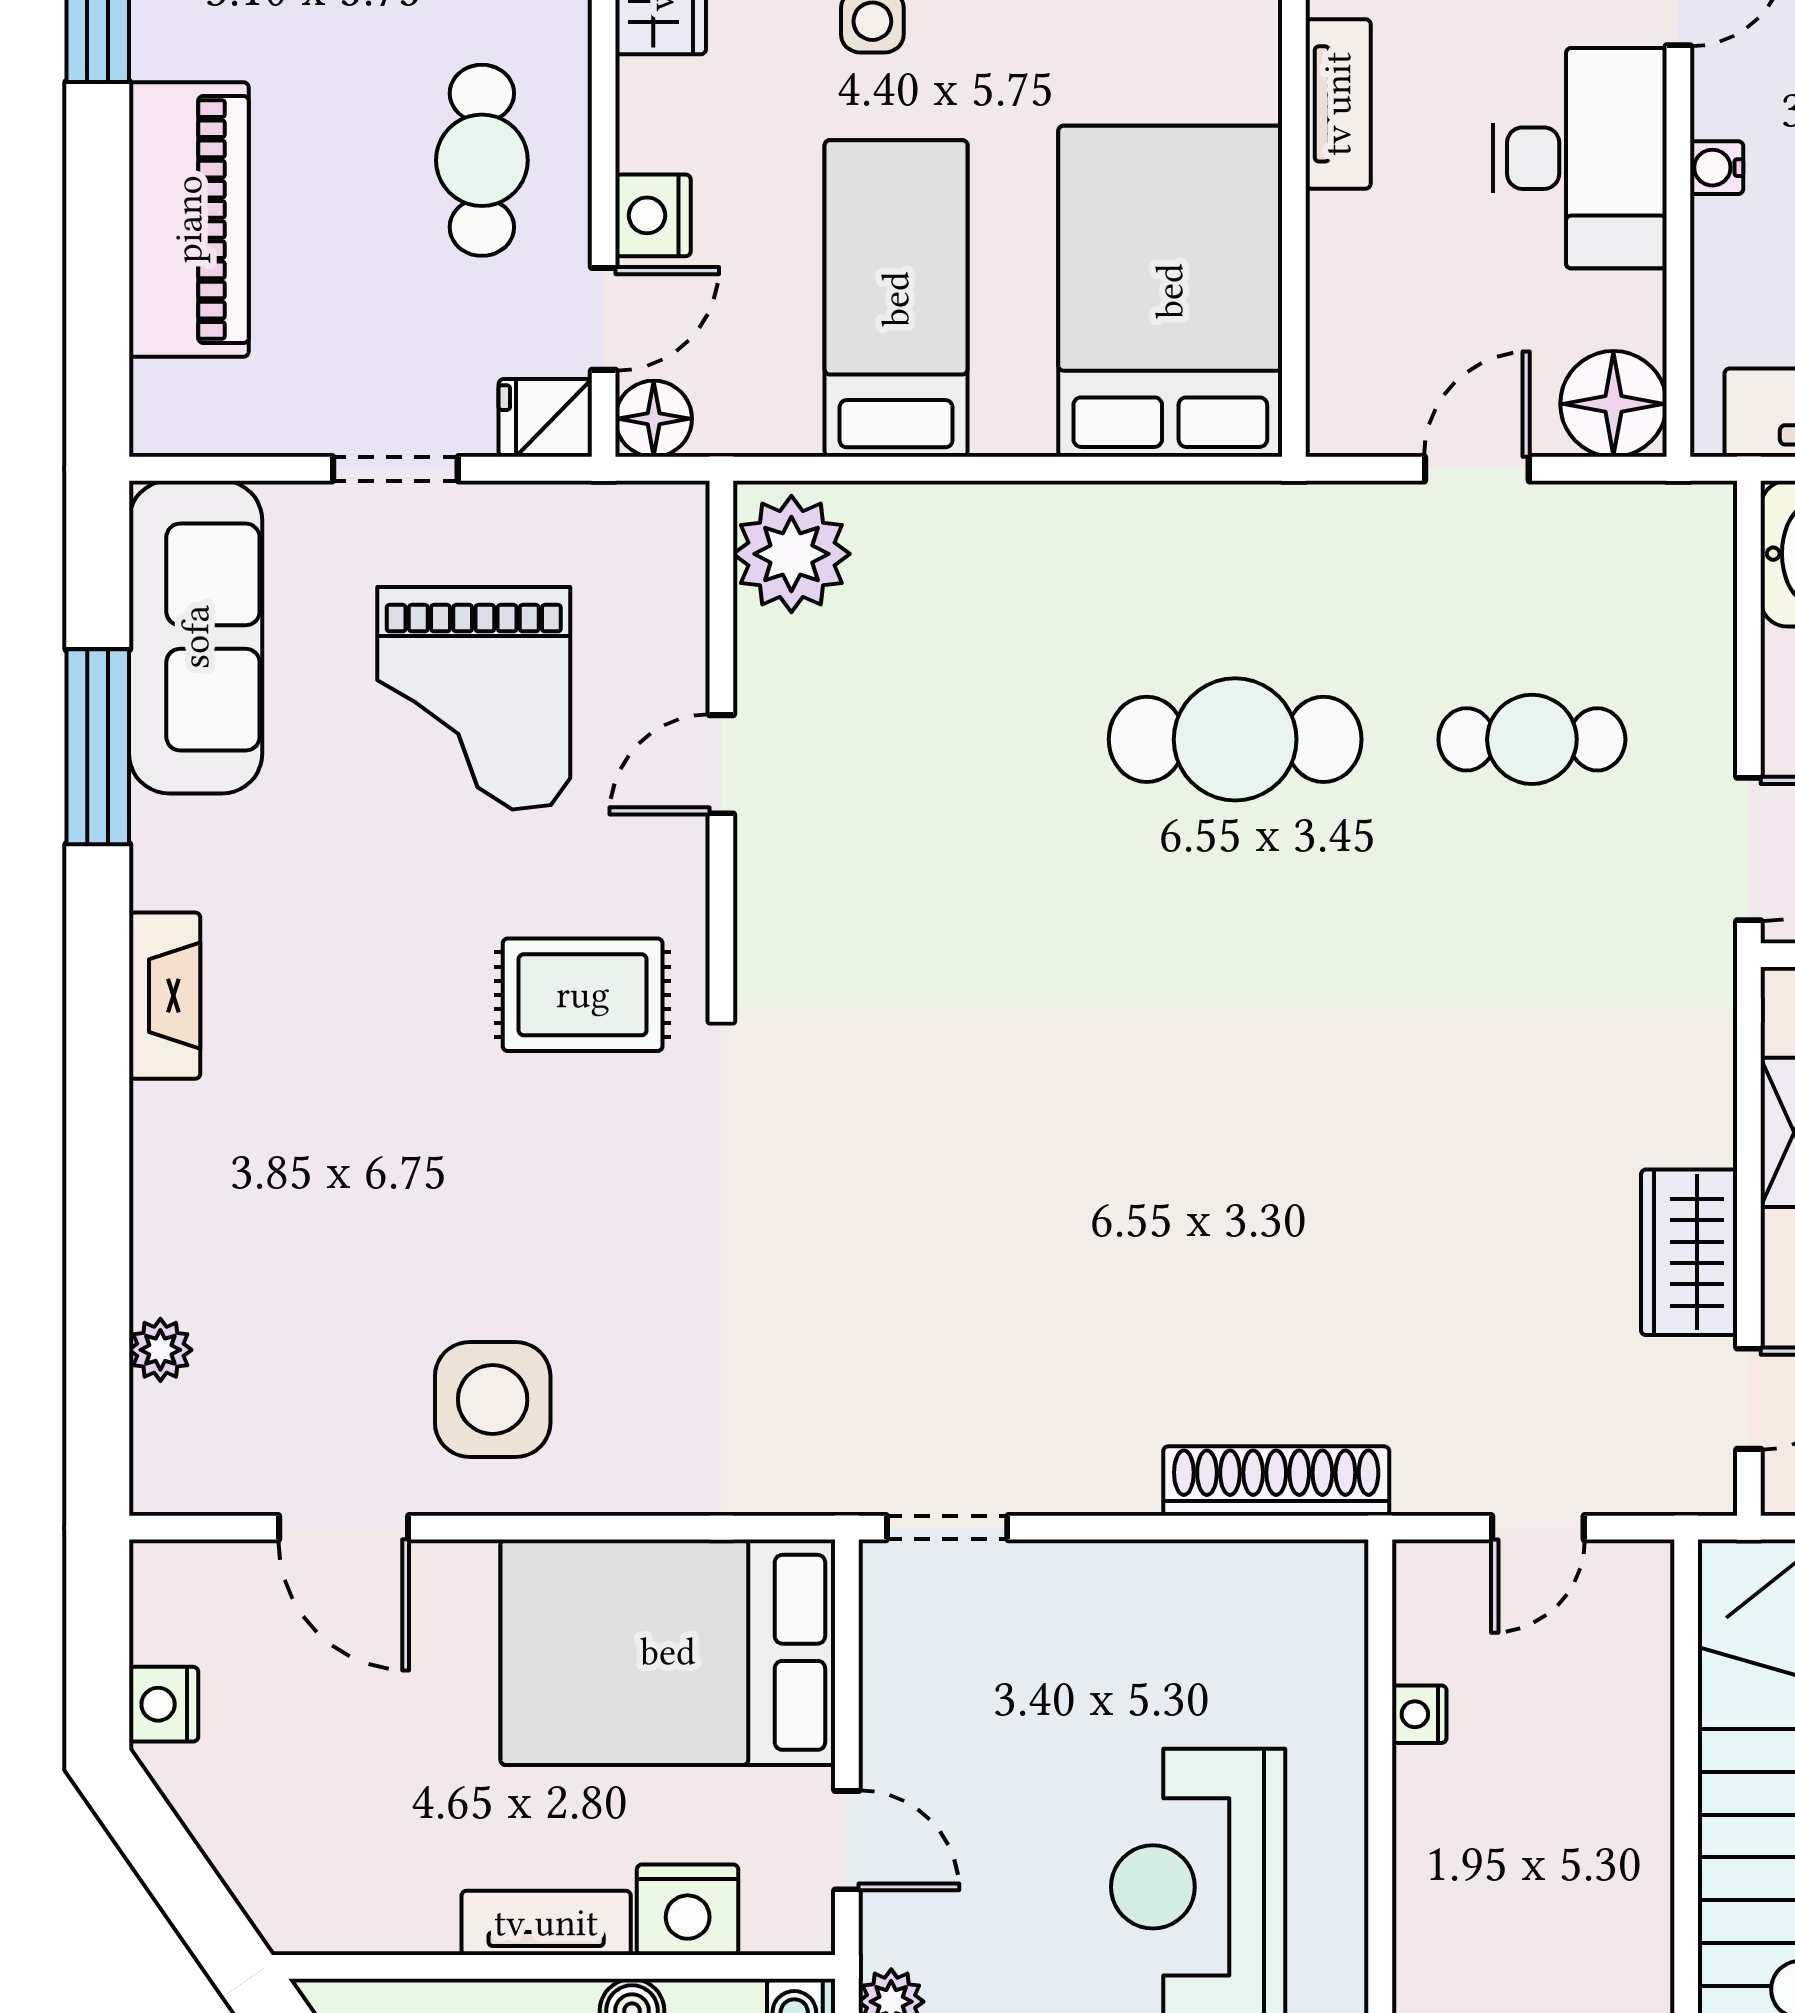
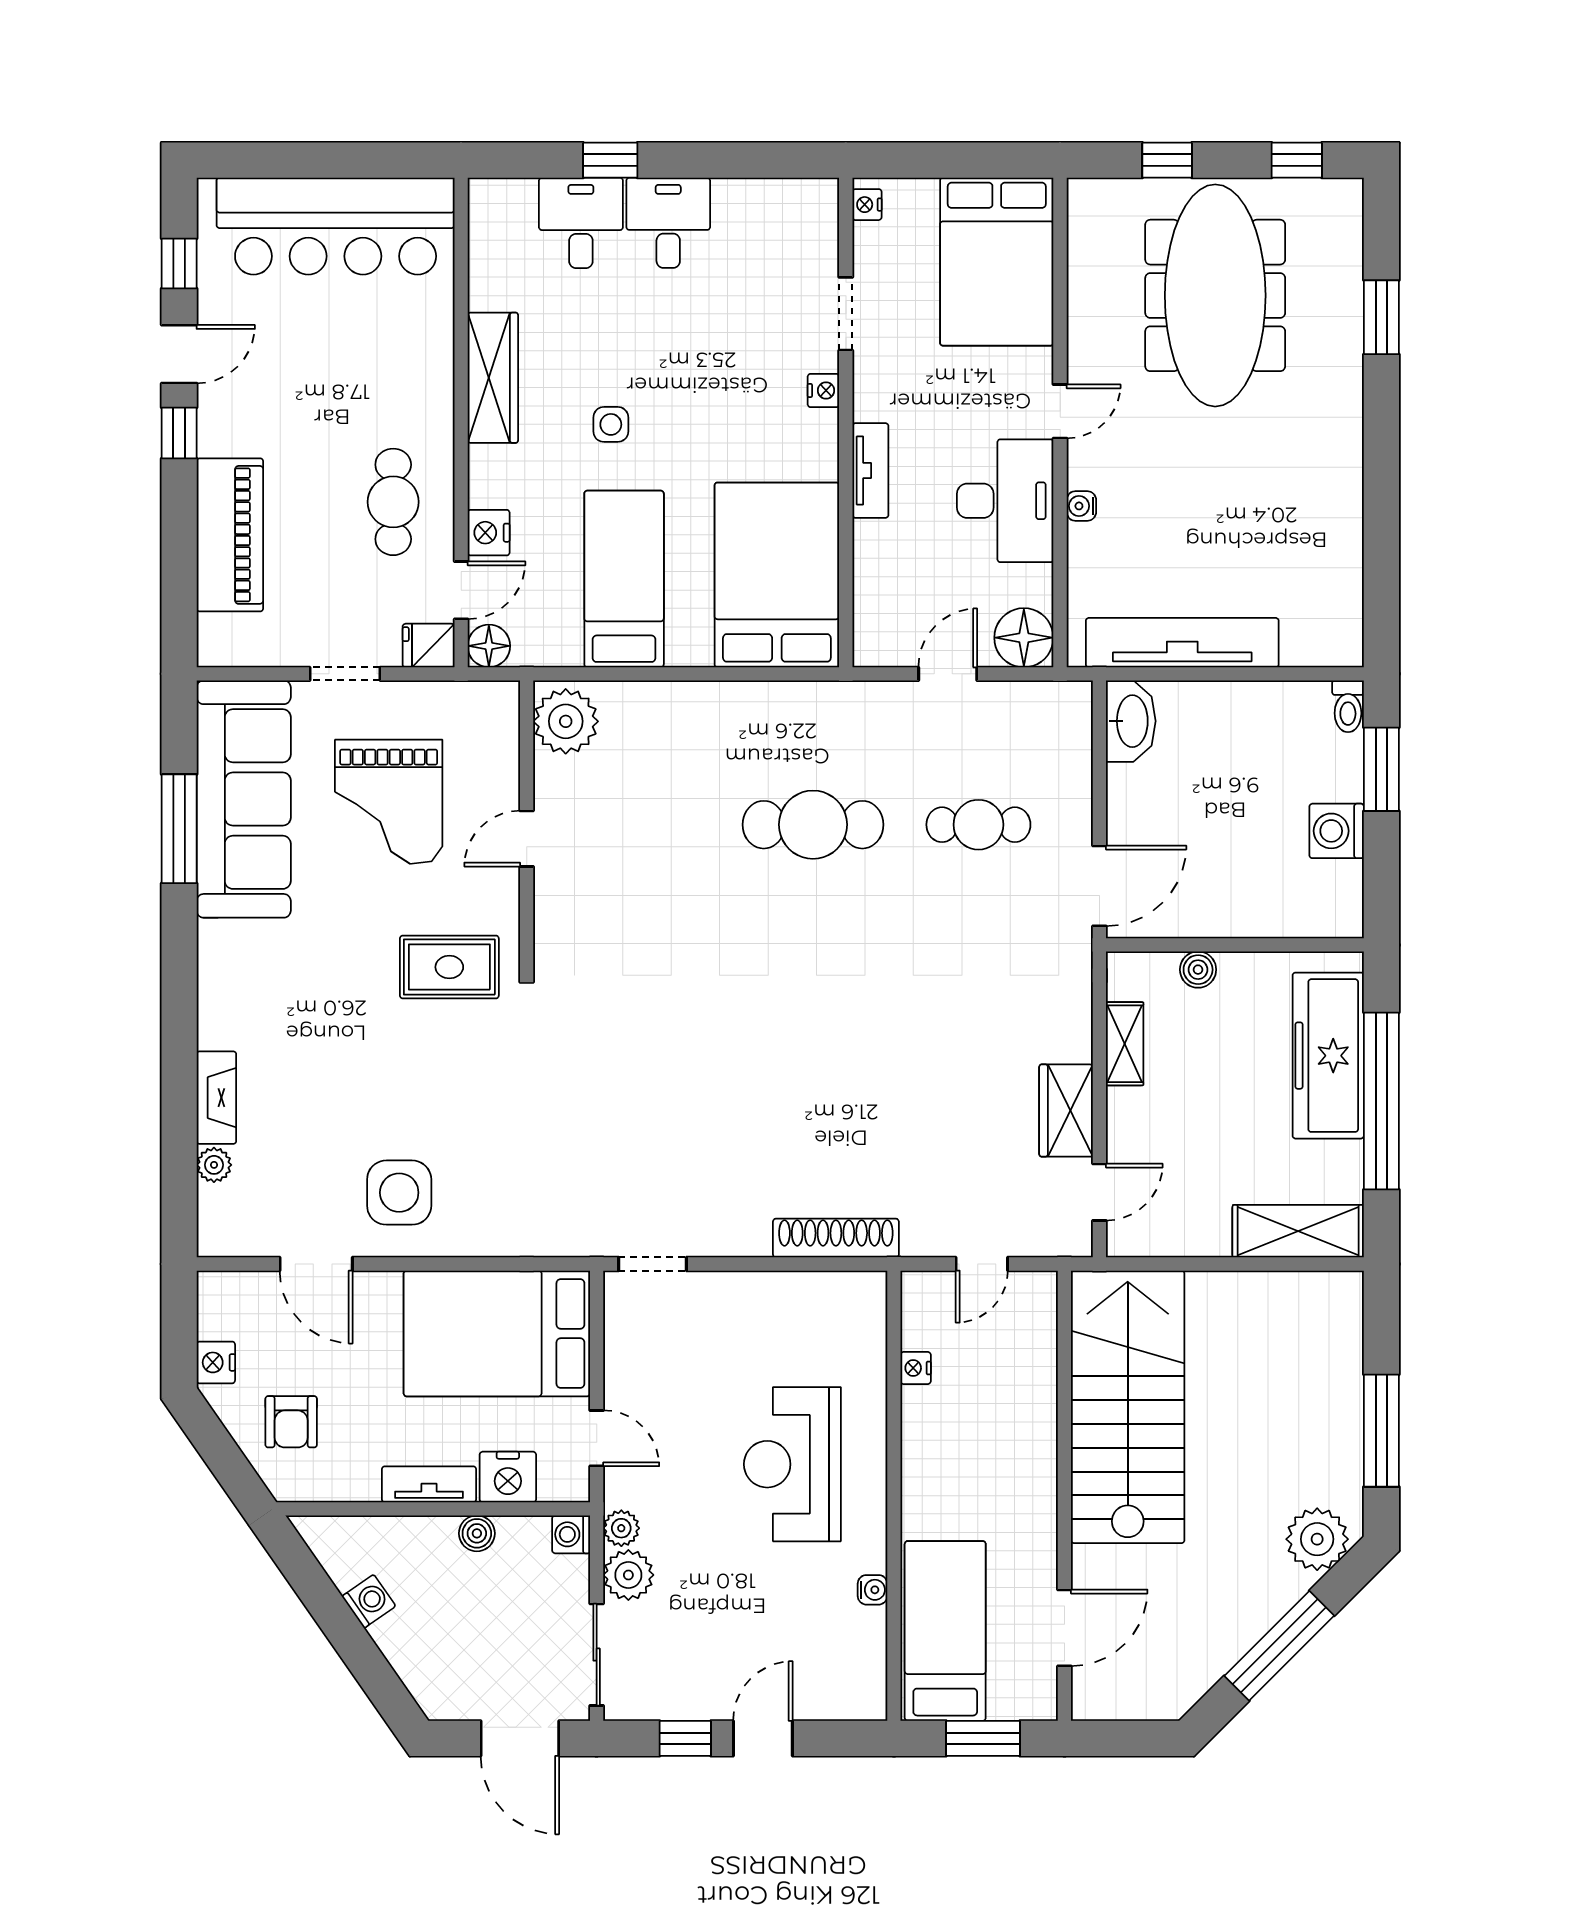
sofa: (196, 637) -> (244, 799), width x1.36, depth x1.27
fireplace: (165, 996) -> (216, 1098), moved
armchair: (299, 1811) -> (291, 1422), added

